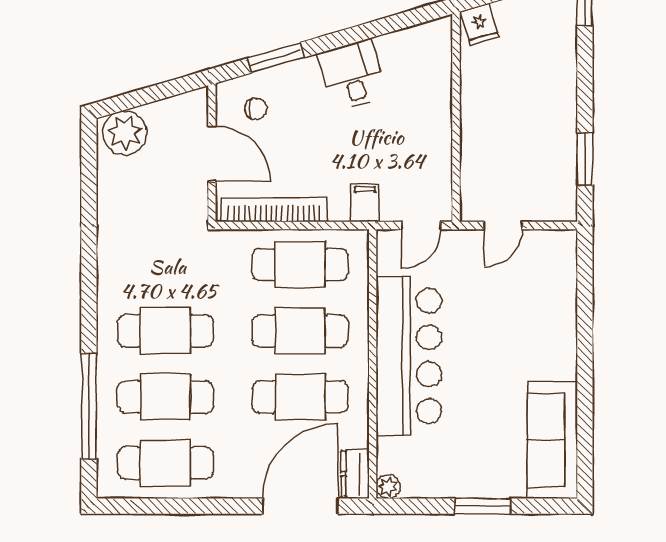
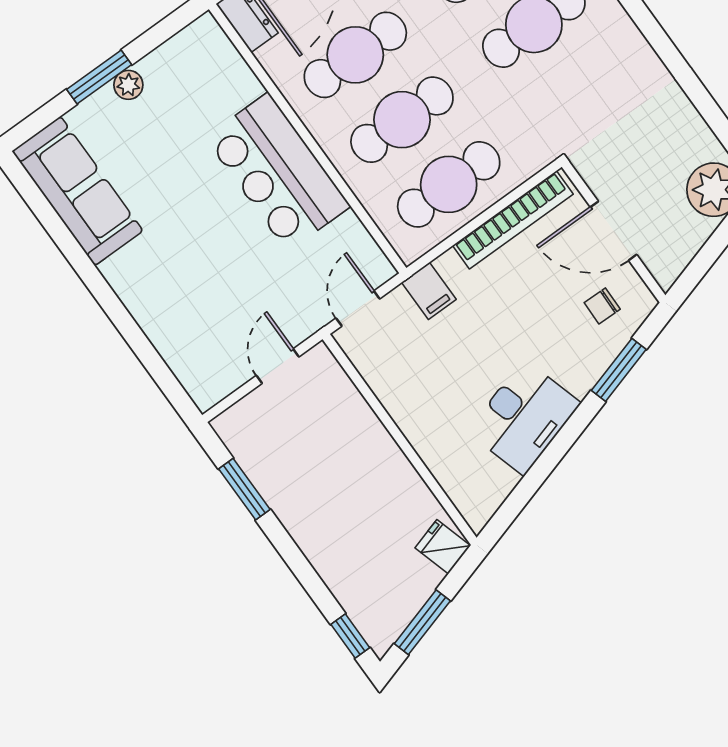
desk: (352, 75) -> (524, 417), width x1.37
bar counter: (409, 356) -> (278, 172), width x0.73
plant: (388, 487) -> (128, 85), moved

